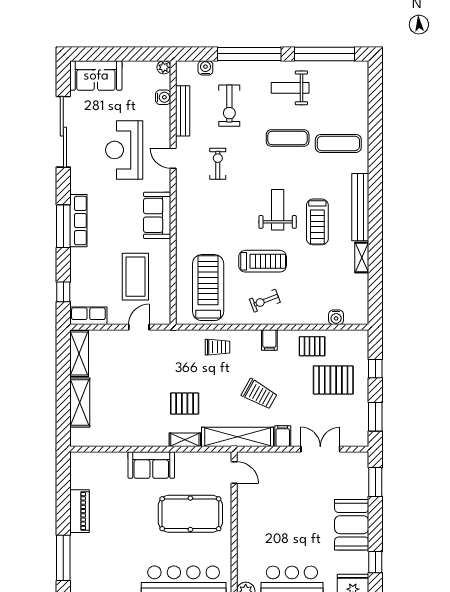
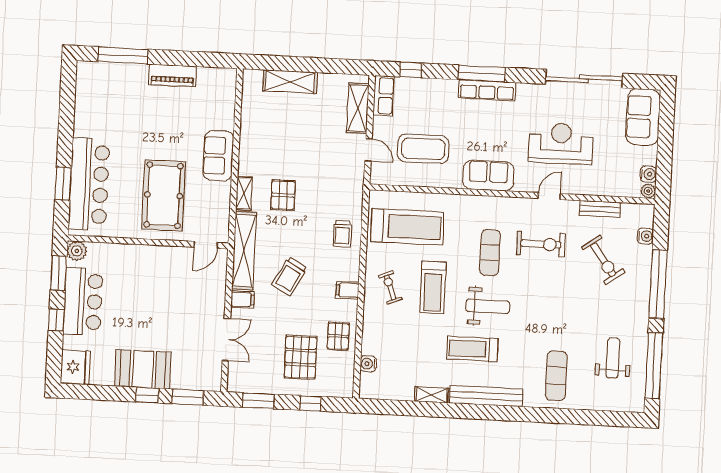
weight bench: (290, 88) -> (613, 358), moved
water cooler: (163, 97) -> (648, 174), moved, turned -90
exercise bike: (229, 106) -> (603, 260), turned -126
bench: (183, 111) -> (600, 209), width x0.73
exercise mat: (288, 138) -> (490, 253), moved
exercise bike: (218, 164) -> (541, 244), width x1.38, depth x1.39
shelving: (79, 353) -> (358, 108), moved, turned 90
window: (375, 562) -> (147, 395), moved

